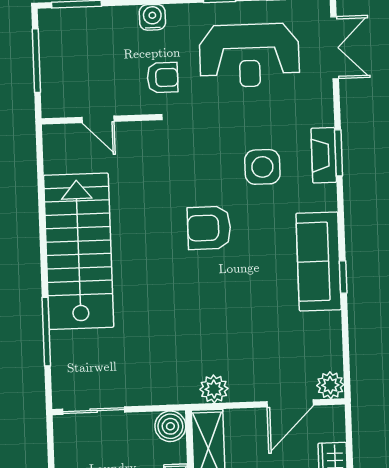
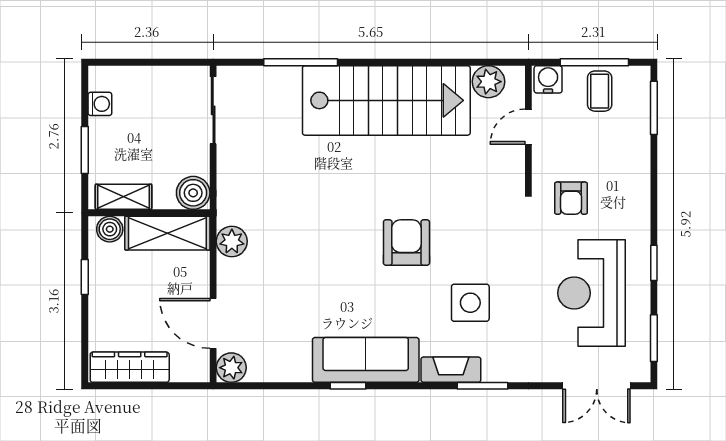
water cooler: (152, 17) -> (548, 79), moved, turned -90
coffee table: (63, 55) -> (600, 91), added
fireplace: (324, 155) -> (451, 370), moved
plant: (58, 158) -> (488, 82), added

